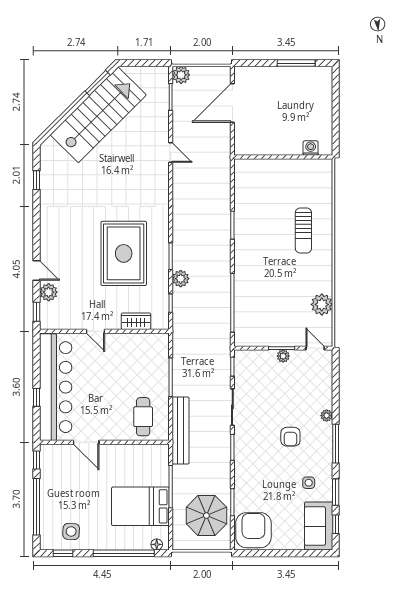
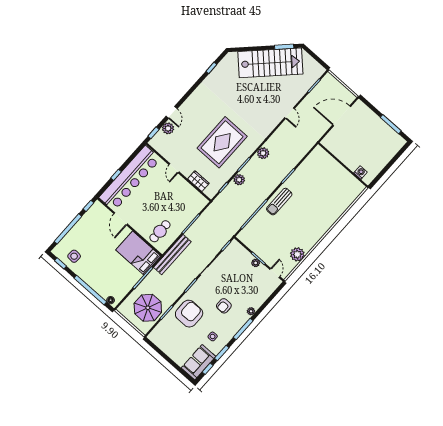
plant: (181, 75) -> (263, 153), moved
sun lounger: (303, 231) -> (279, 202), moved
bed: (140, 506) -> (138, 253), moved
armchair: (253, 530) -> (189, 314), moved

